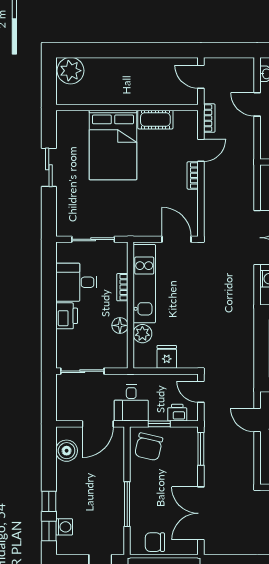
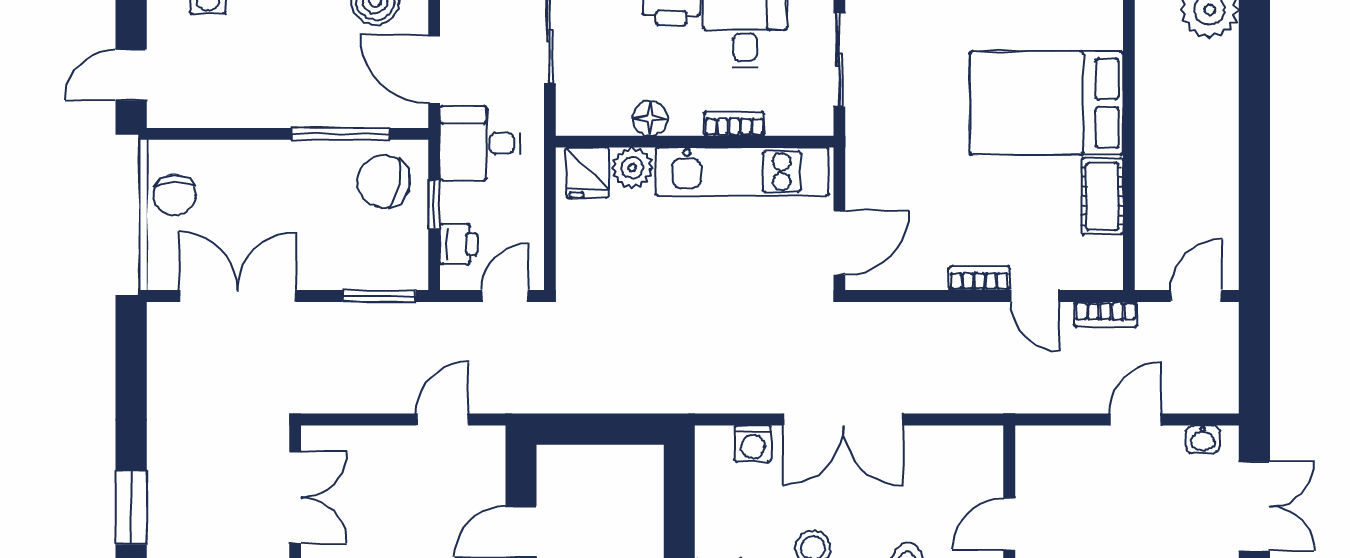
fridge: (167, 357) -> (588, 173), moved, turned 90
window: (127, 504) -> (341, 134), moved
chair: (155, 542) -> (174, 195), turned 180

